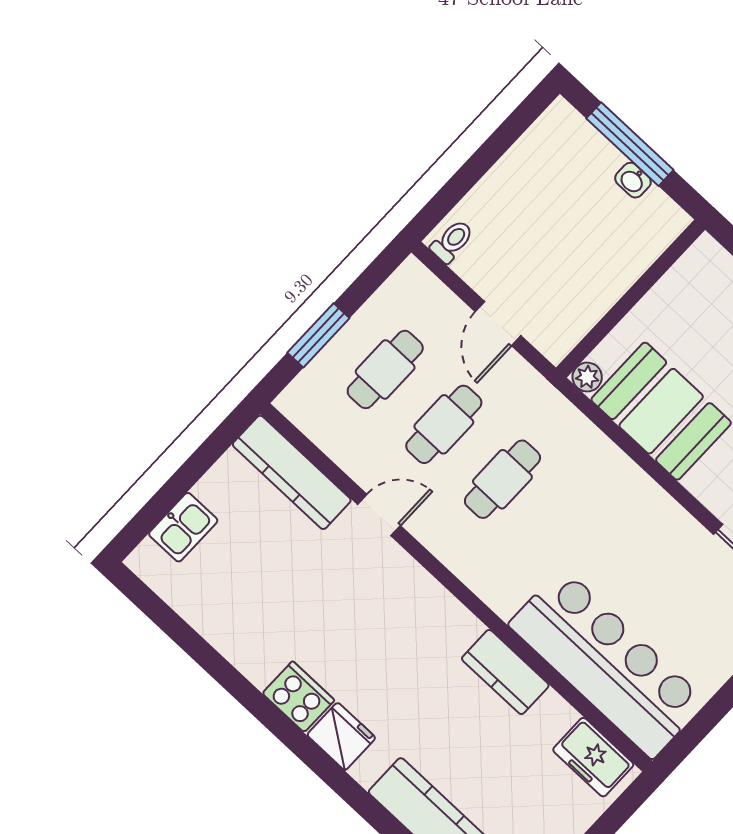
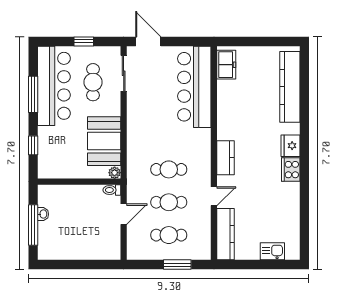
toilet: (452, 241) -> (112, 190), moved
door: (379, 515) -> (214, 196), swing flipped
kitchen counter: (505, 672) -> (226, 158), moved

